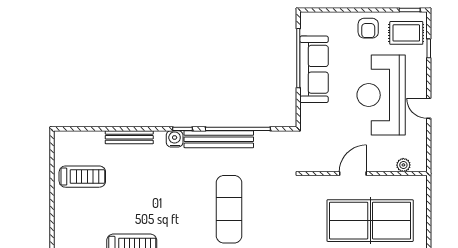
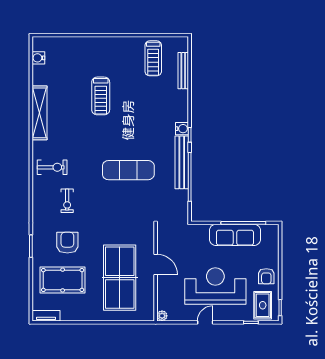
armchair: (368, 28) -> (266, 276), turned -90
bench: (129, 137) -> (183, 71), moved
plant: (403, 165) -> (162, 316), moved

